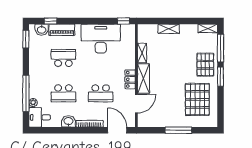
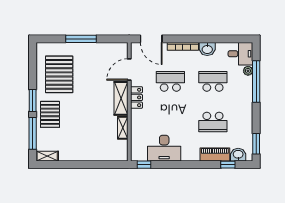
shelving: (169, 29) -> (92, 156), removed
desk: (101, 39) -> (164, 148), width x0.73, depth x0.77

